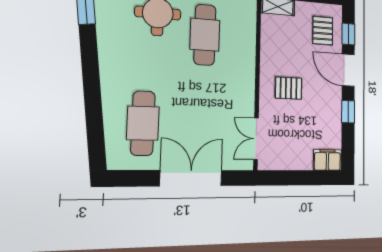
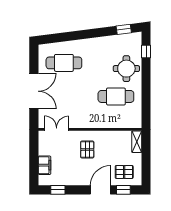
window: (348, 112) -> (58, 190), moved
filing cabinet: (327, 160) -> (44, 165), moved

